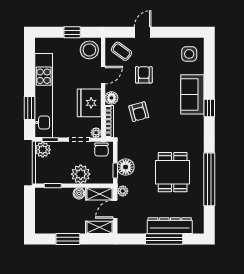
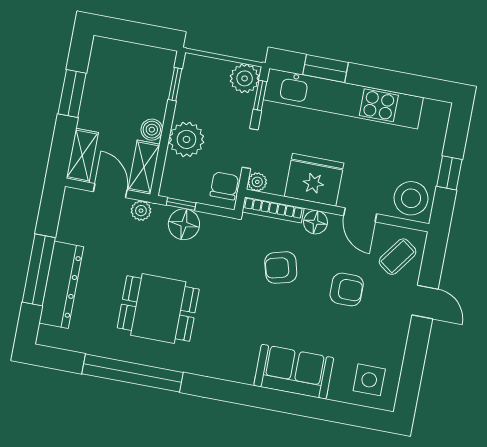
window: (209, 108) -> (263, 398), removed
chair: (101, 150) -> (224, 186), turned 90

